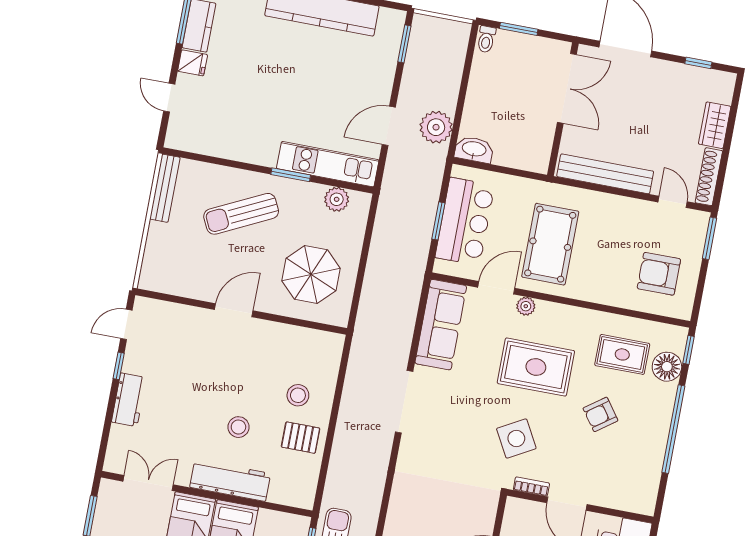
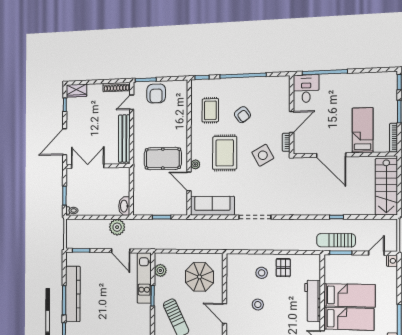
wardrobe: (715, 125) -> (76, 91), moved
bar counter: (465, 221) -> (160, 204), removed
armchair: (659, 274) -> (156, 94), moved
floor lamp: (667, 367) -> (212, 86), removed
stool: (238, 427) -> (258, 305), moved

